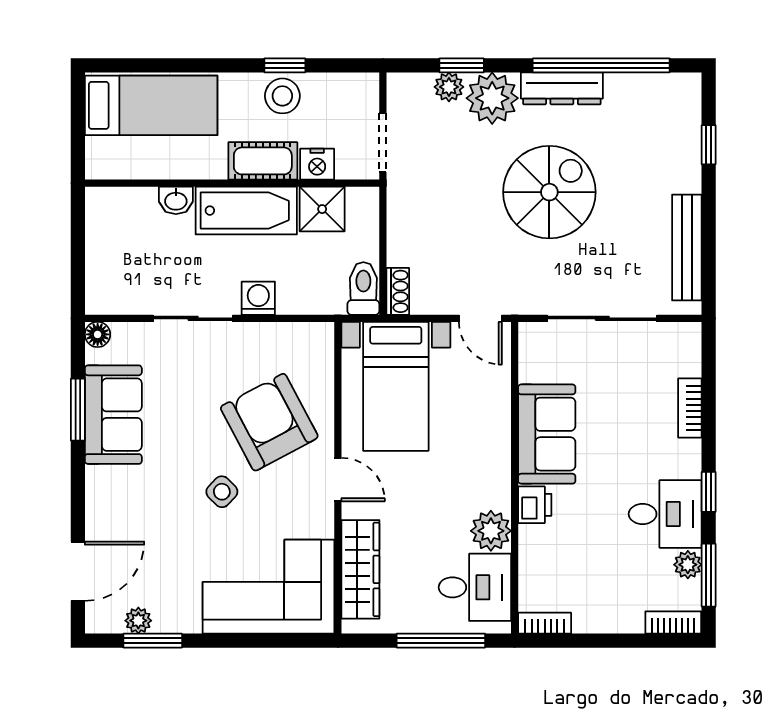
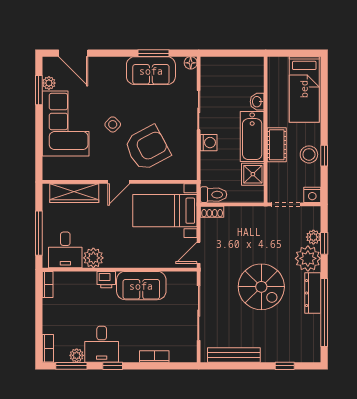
nightstand: (317, 164) -> (312, 195), moved, turned -90
corner sofa: (269, 587) -> (66, 124), moved

